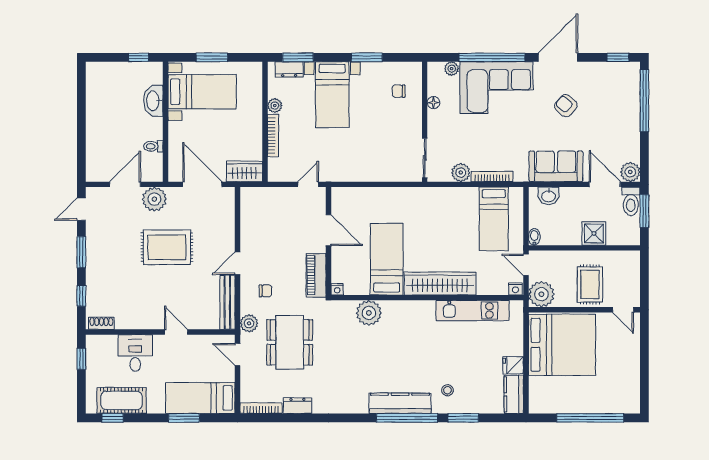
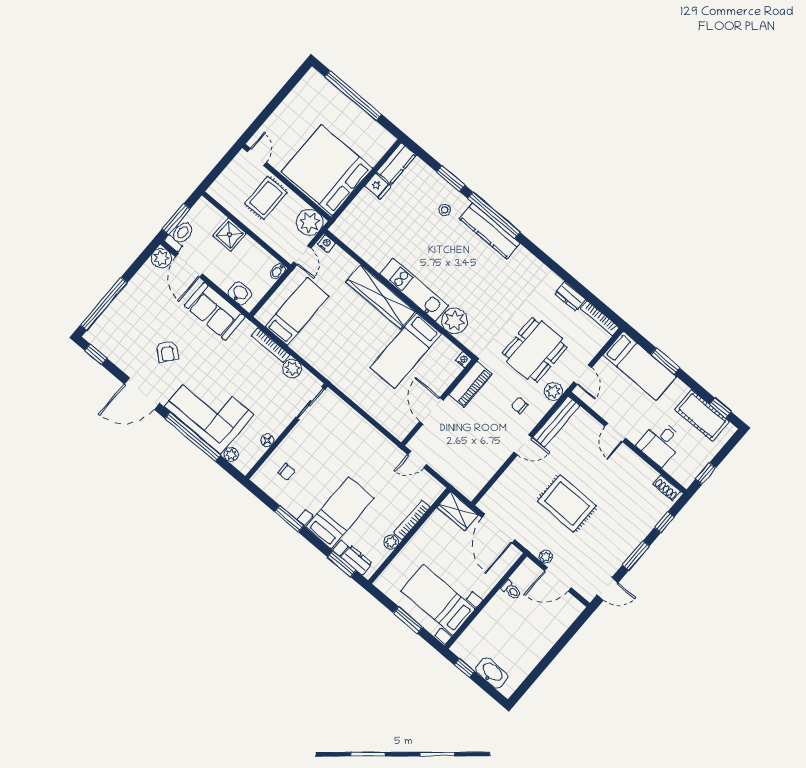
washbasin: (153, 101) -> (492, 673), moved, turned -90
plant: (154, 199) -> (546, 557), width x0.53, depth x0.53
kitchen unit: (473, 311) -> (414, 290), moved

